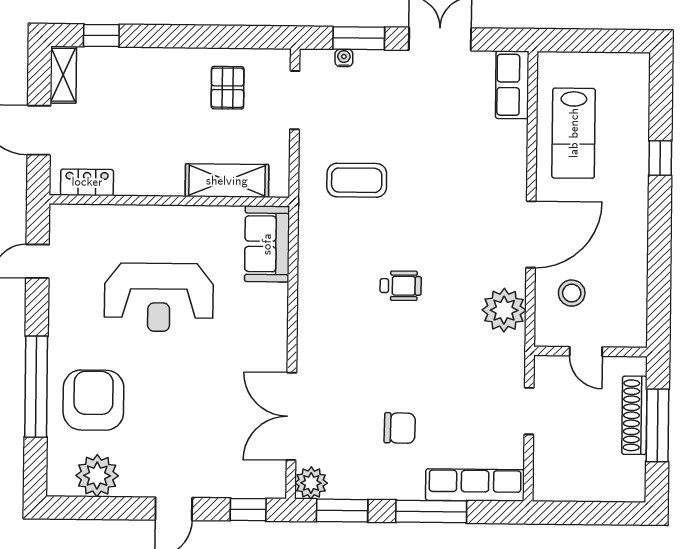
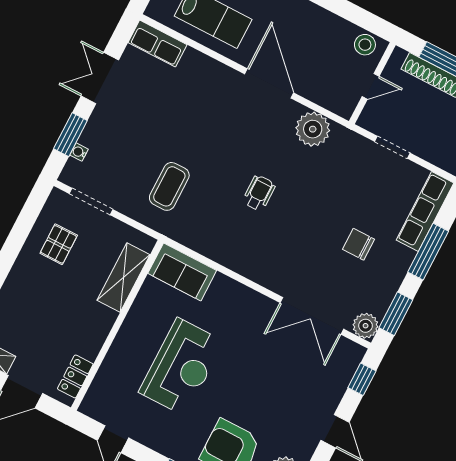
pallet: (228, 88) -> (59, 244), turned 90
stool: (572, 293) -> (365, 45), moved
chair: (400, 428) -> (358, 244), turned -91

